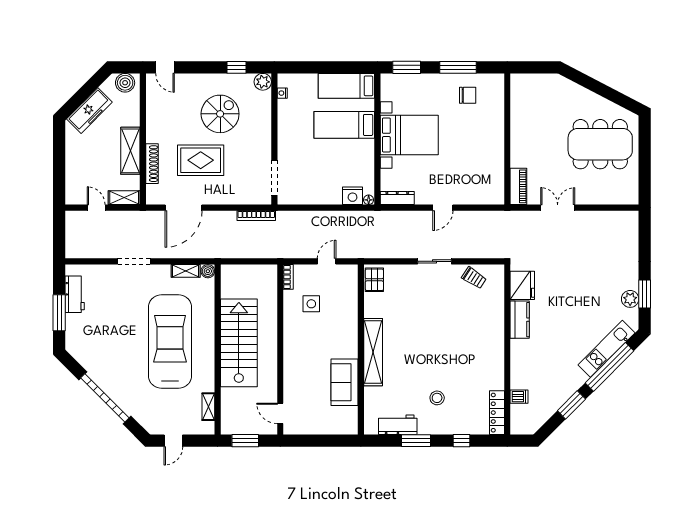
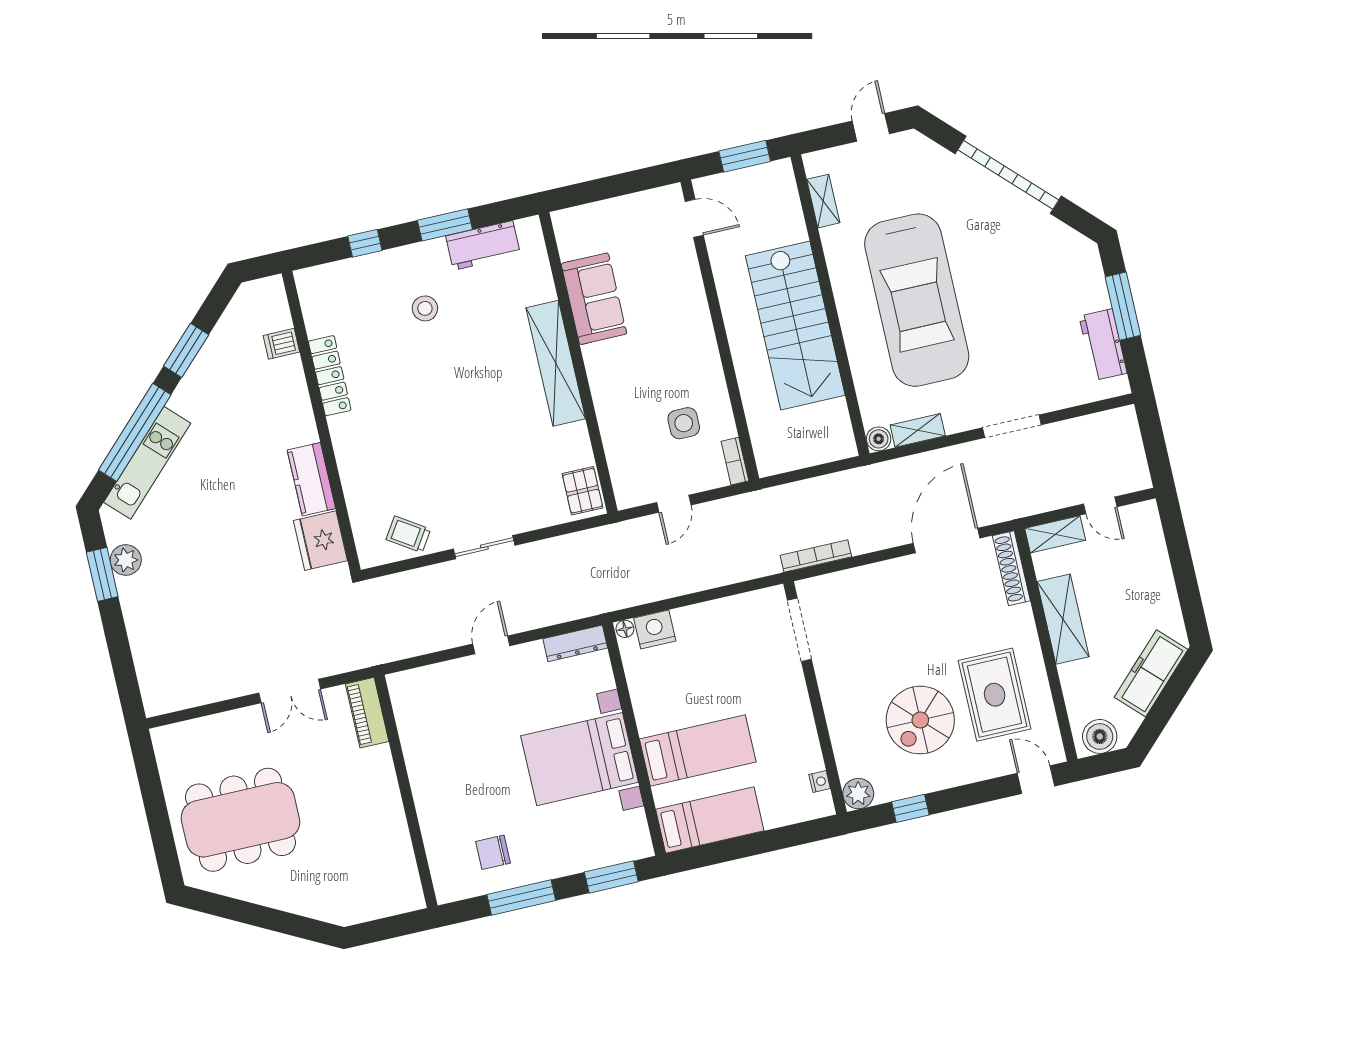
rug: (201, 160) -> (995, 695), moved, turned 90
shoe rack: (152, 164) -> (1011, 568), moved
locker: (497, 413) -> (330, 376), moved

